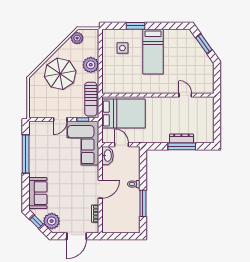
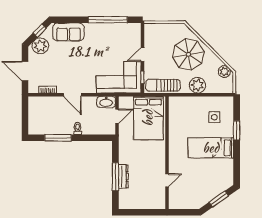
door: (60, 119) -> (143, 54), hinge flipped

